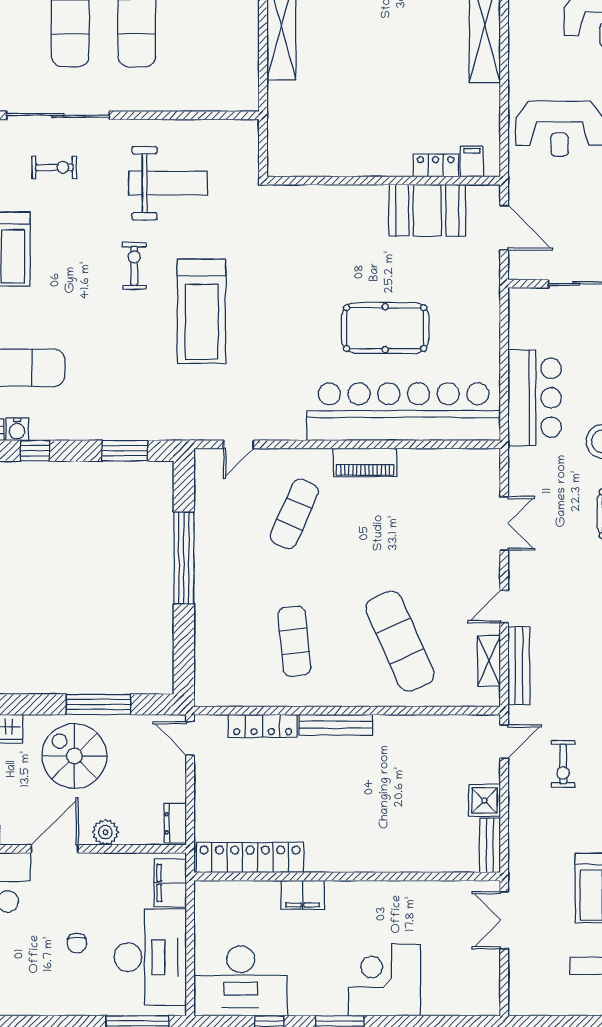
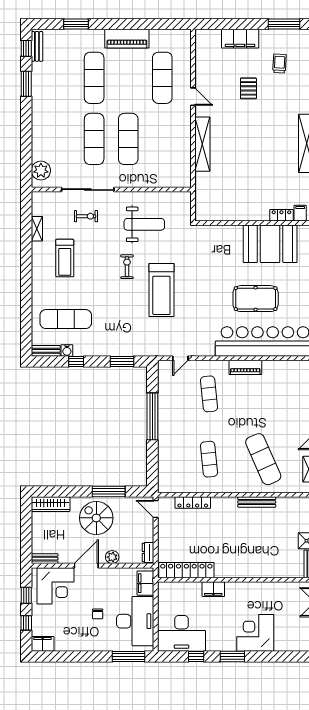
booth: (427, 210) -> (270, 244), width x1.36, depth x1.42
exercise mat: (294, 514) -> (209, 394), turned -30
bench: (336, 725) -> (257, 502), moved

